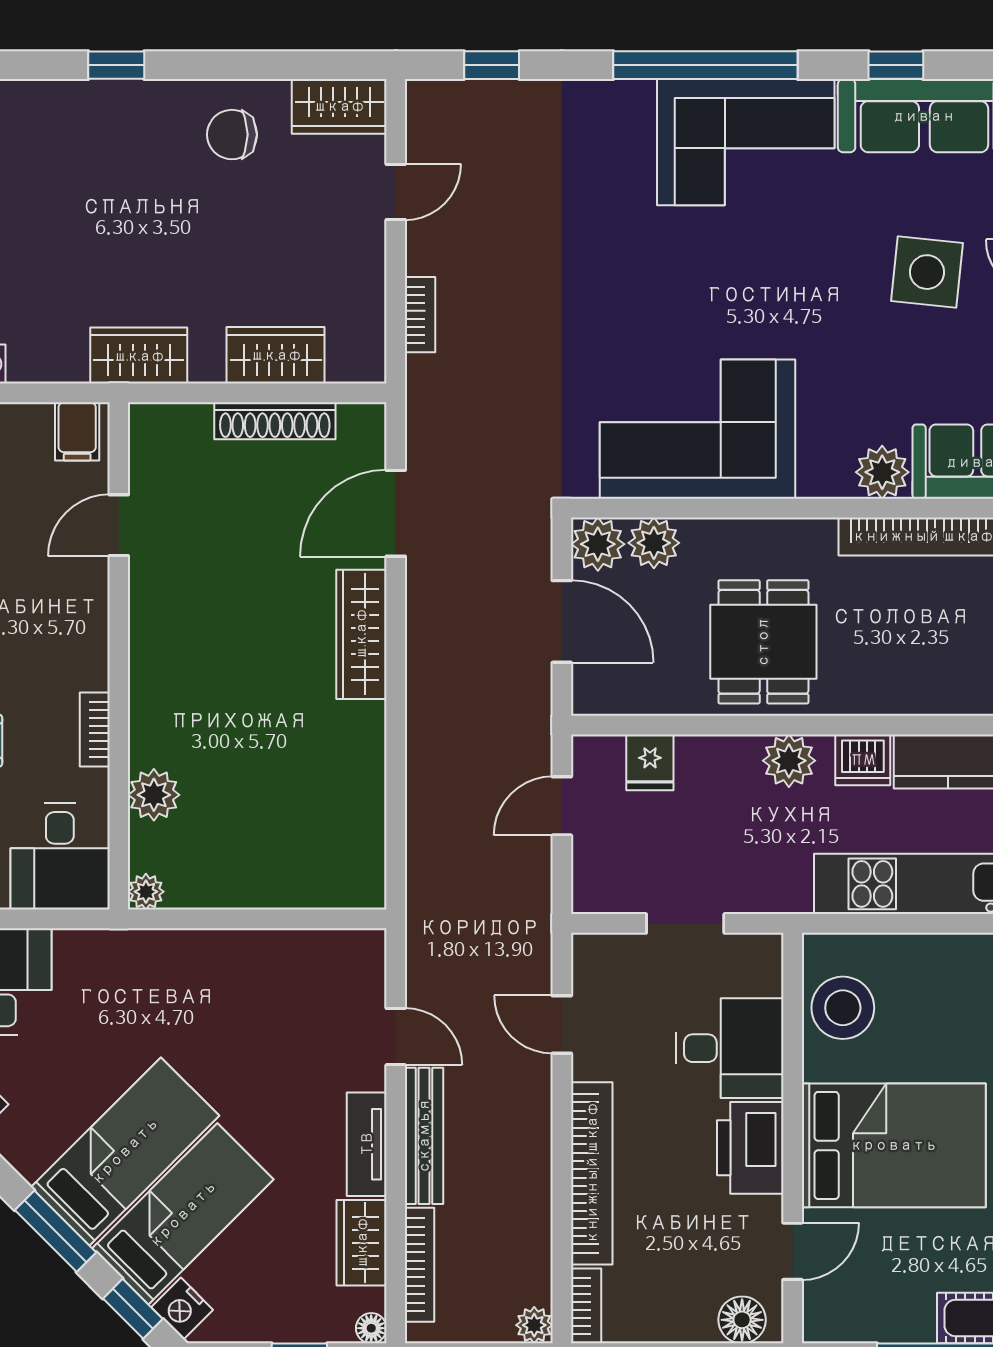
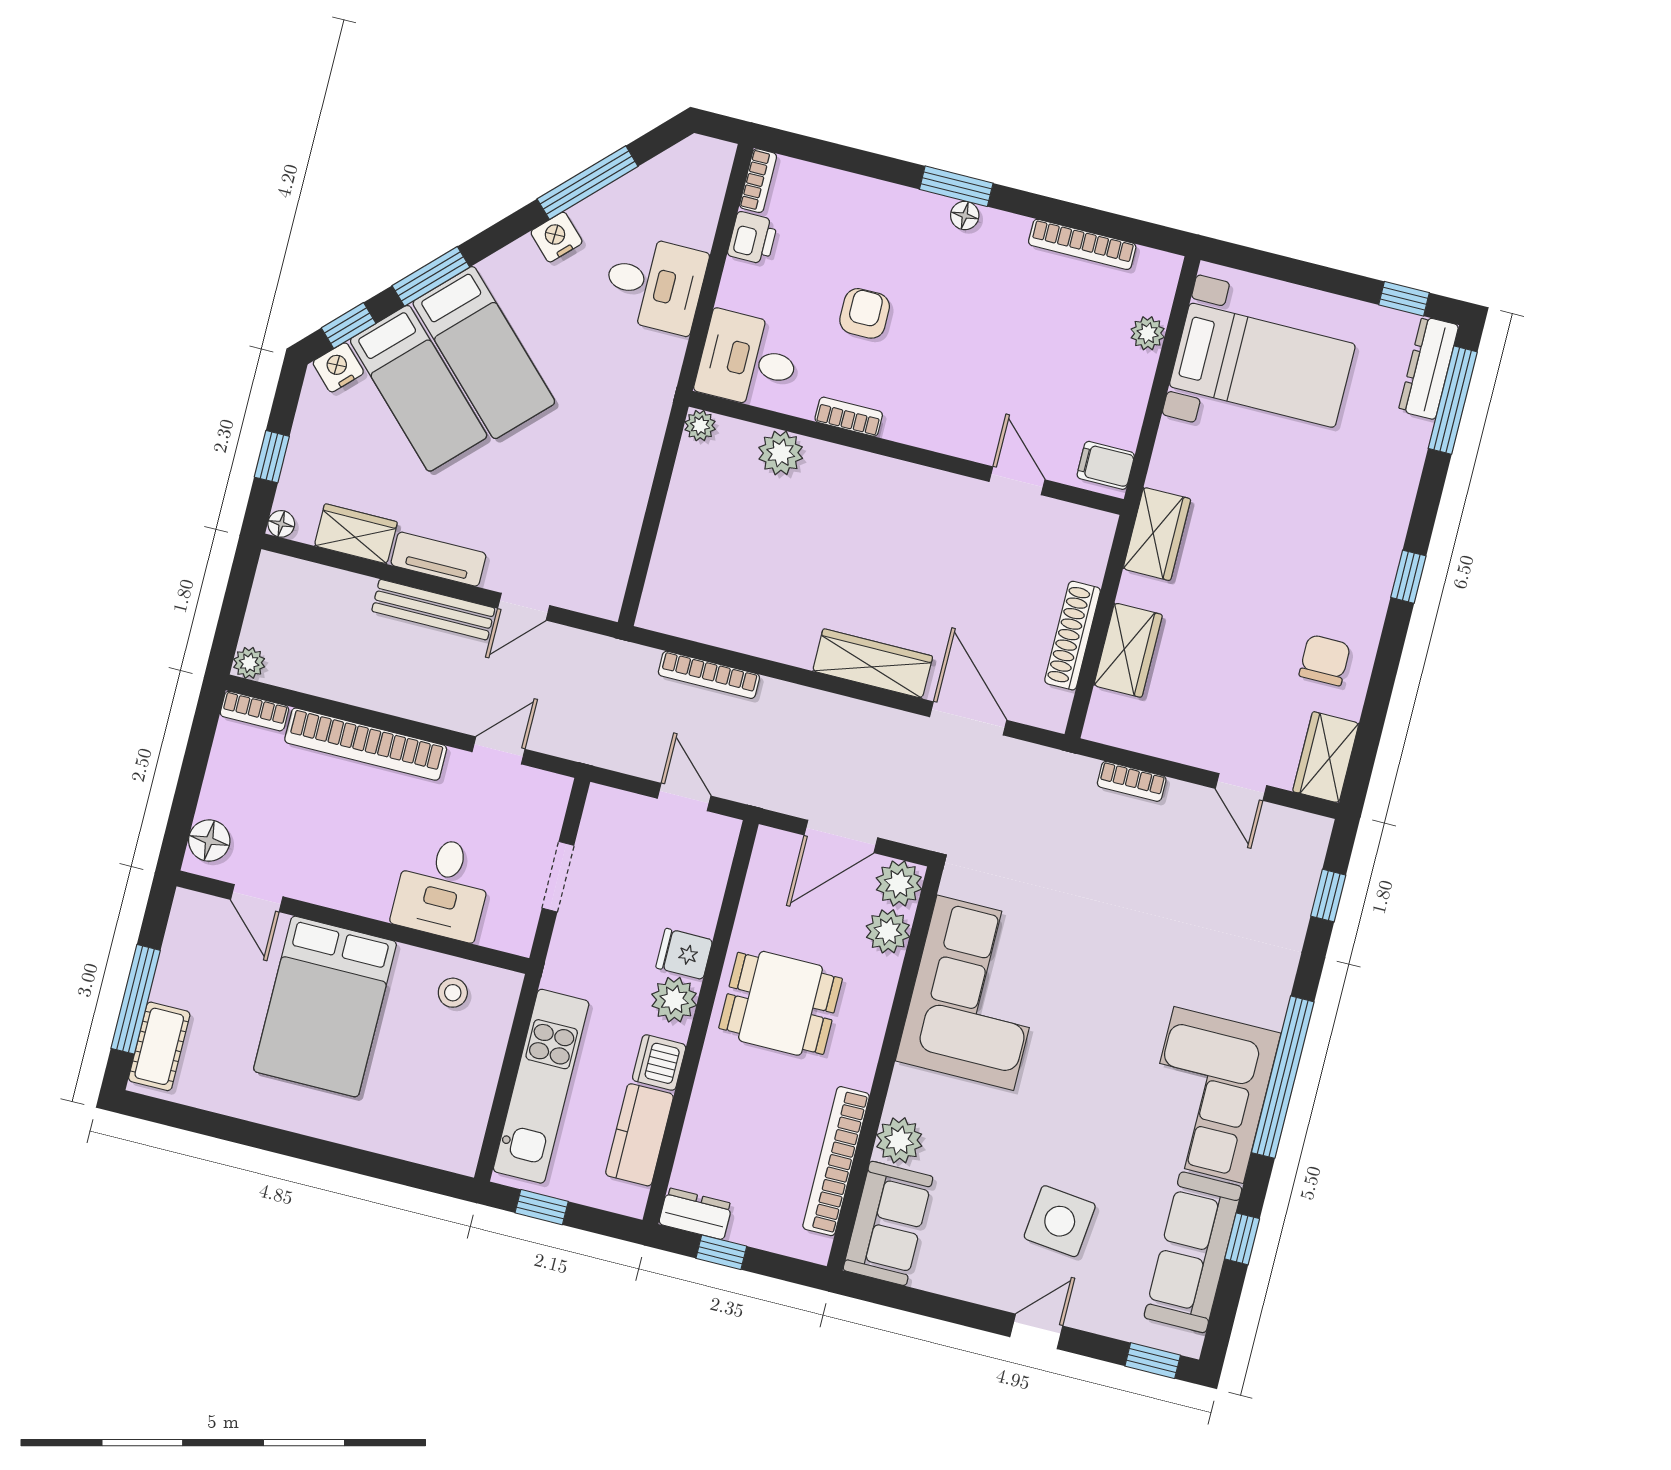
fridge: (650, 762) -> (684, 954), moved
stool: (843, 1008) -> (453, 993), width x0.53, depth x0.53
printer: (750, 1148) -> (354, 884), removed
bookcase: (419, 1265) -> (709, 675), moved

